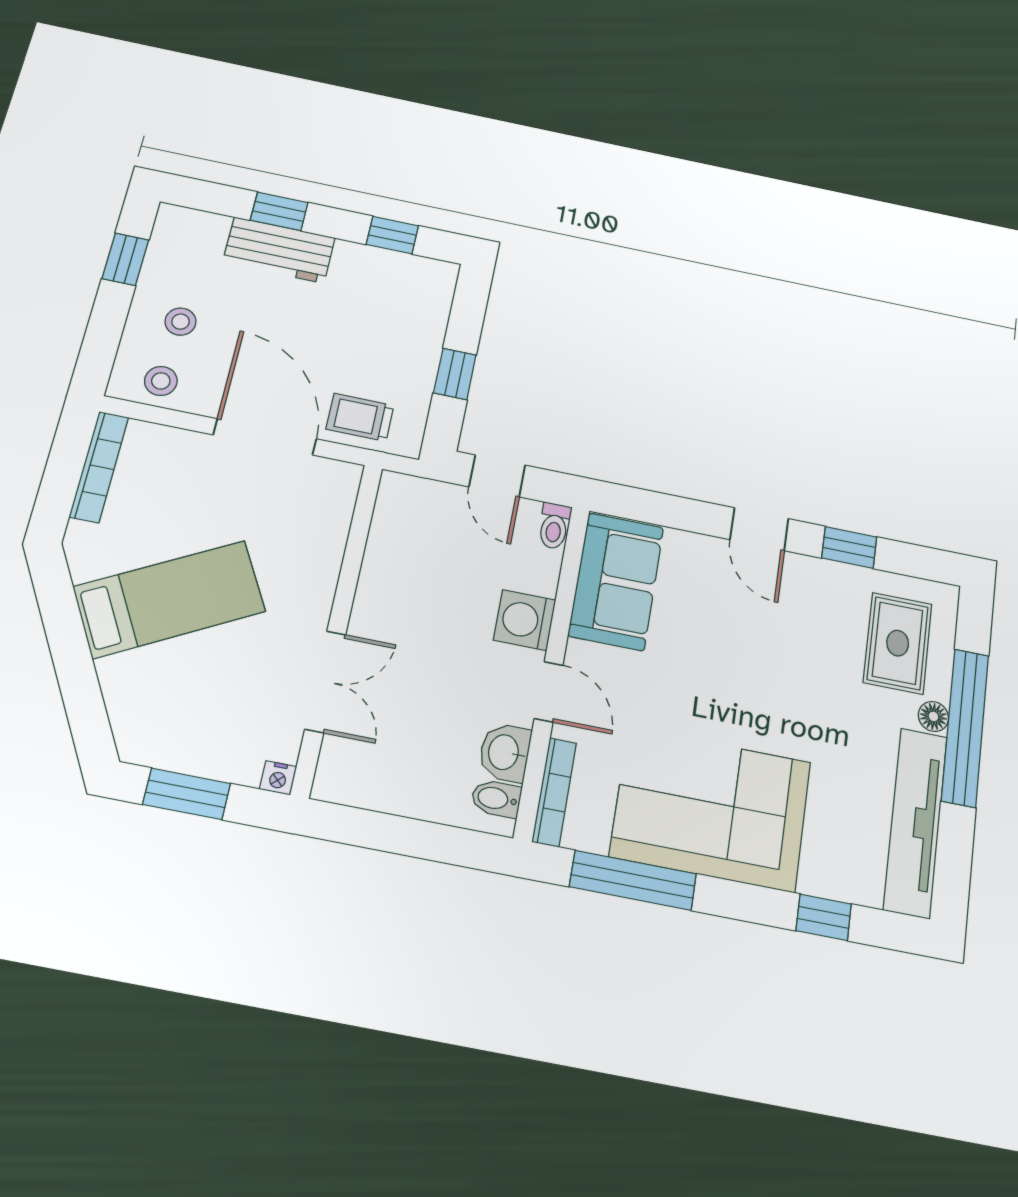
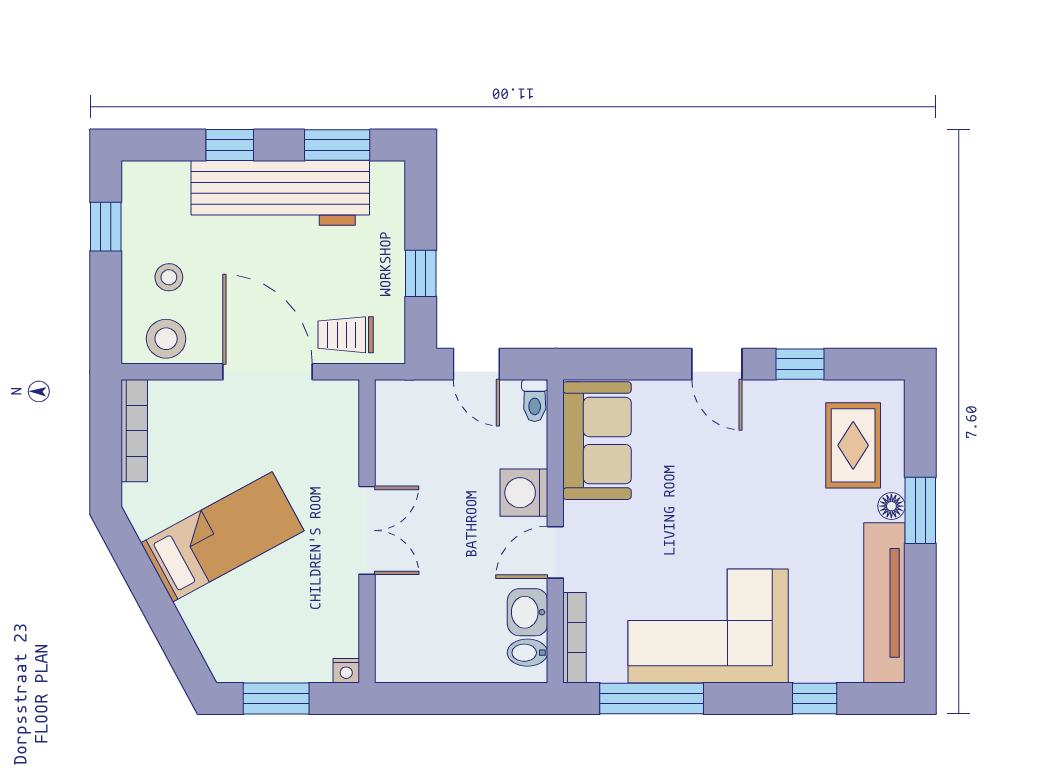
window: (392, 235) -> (337, 145), width x1.50
workbench: (279, 250) -> (280, 193), width x1.88, depth x1.32
stool: (161, 381) -> (166, 339), width x1.37, depth x1.37
double door: (325, 682) -> (367, 530), moved
door: (549, 692) -> (555, 552), swing flipped
window: (965, 727) -> (920, 510), width x0.47

